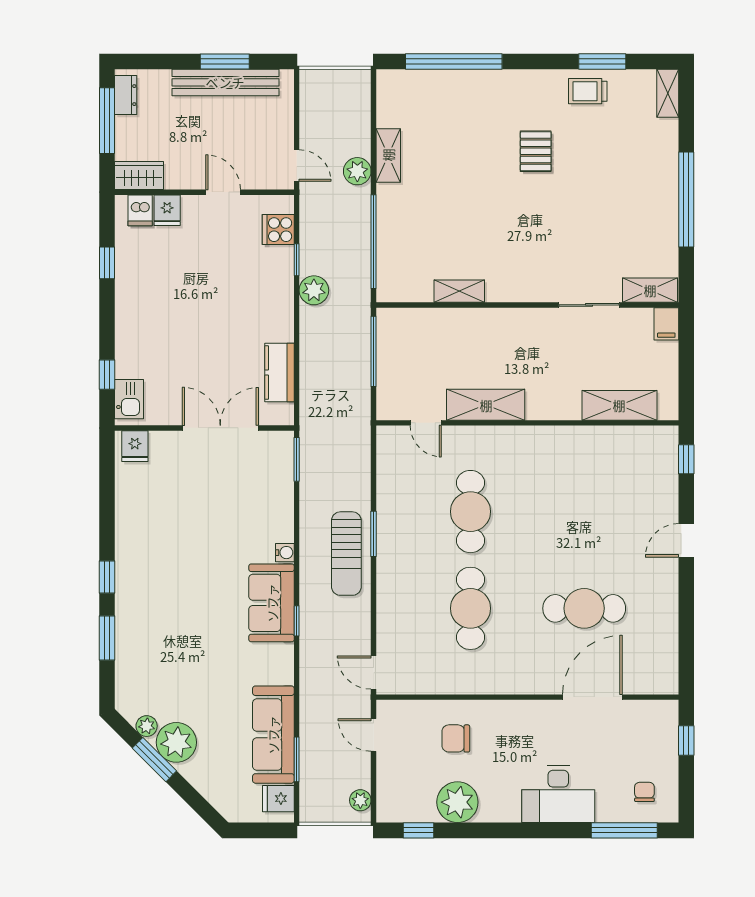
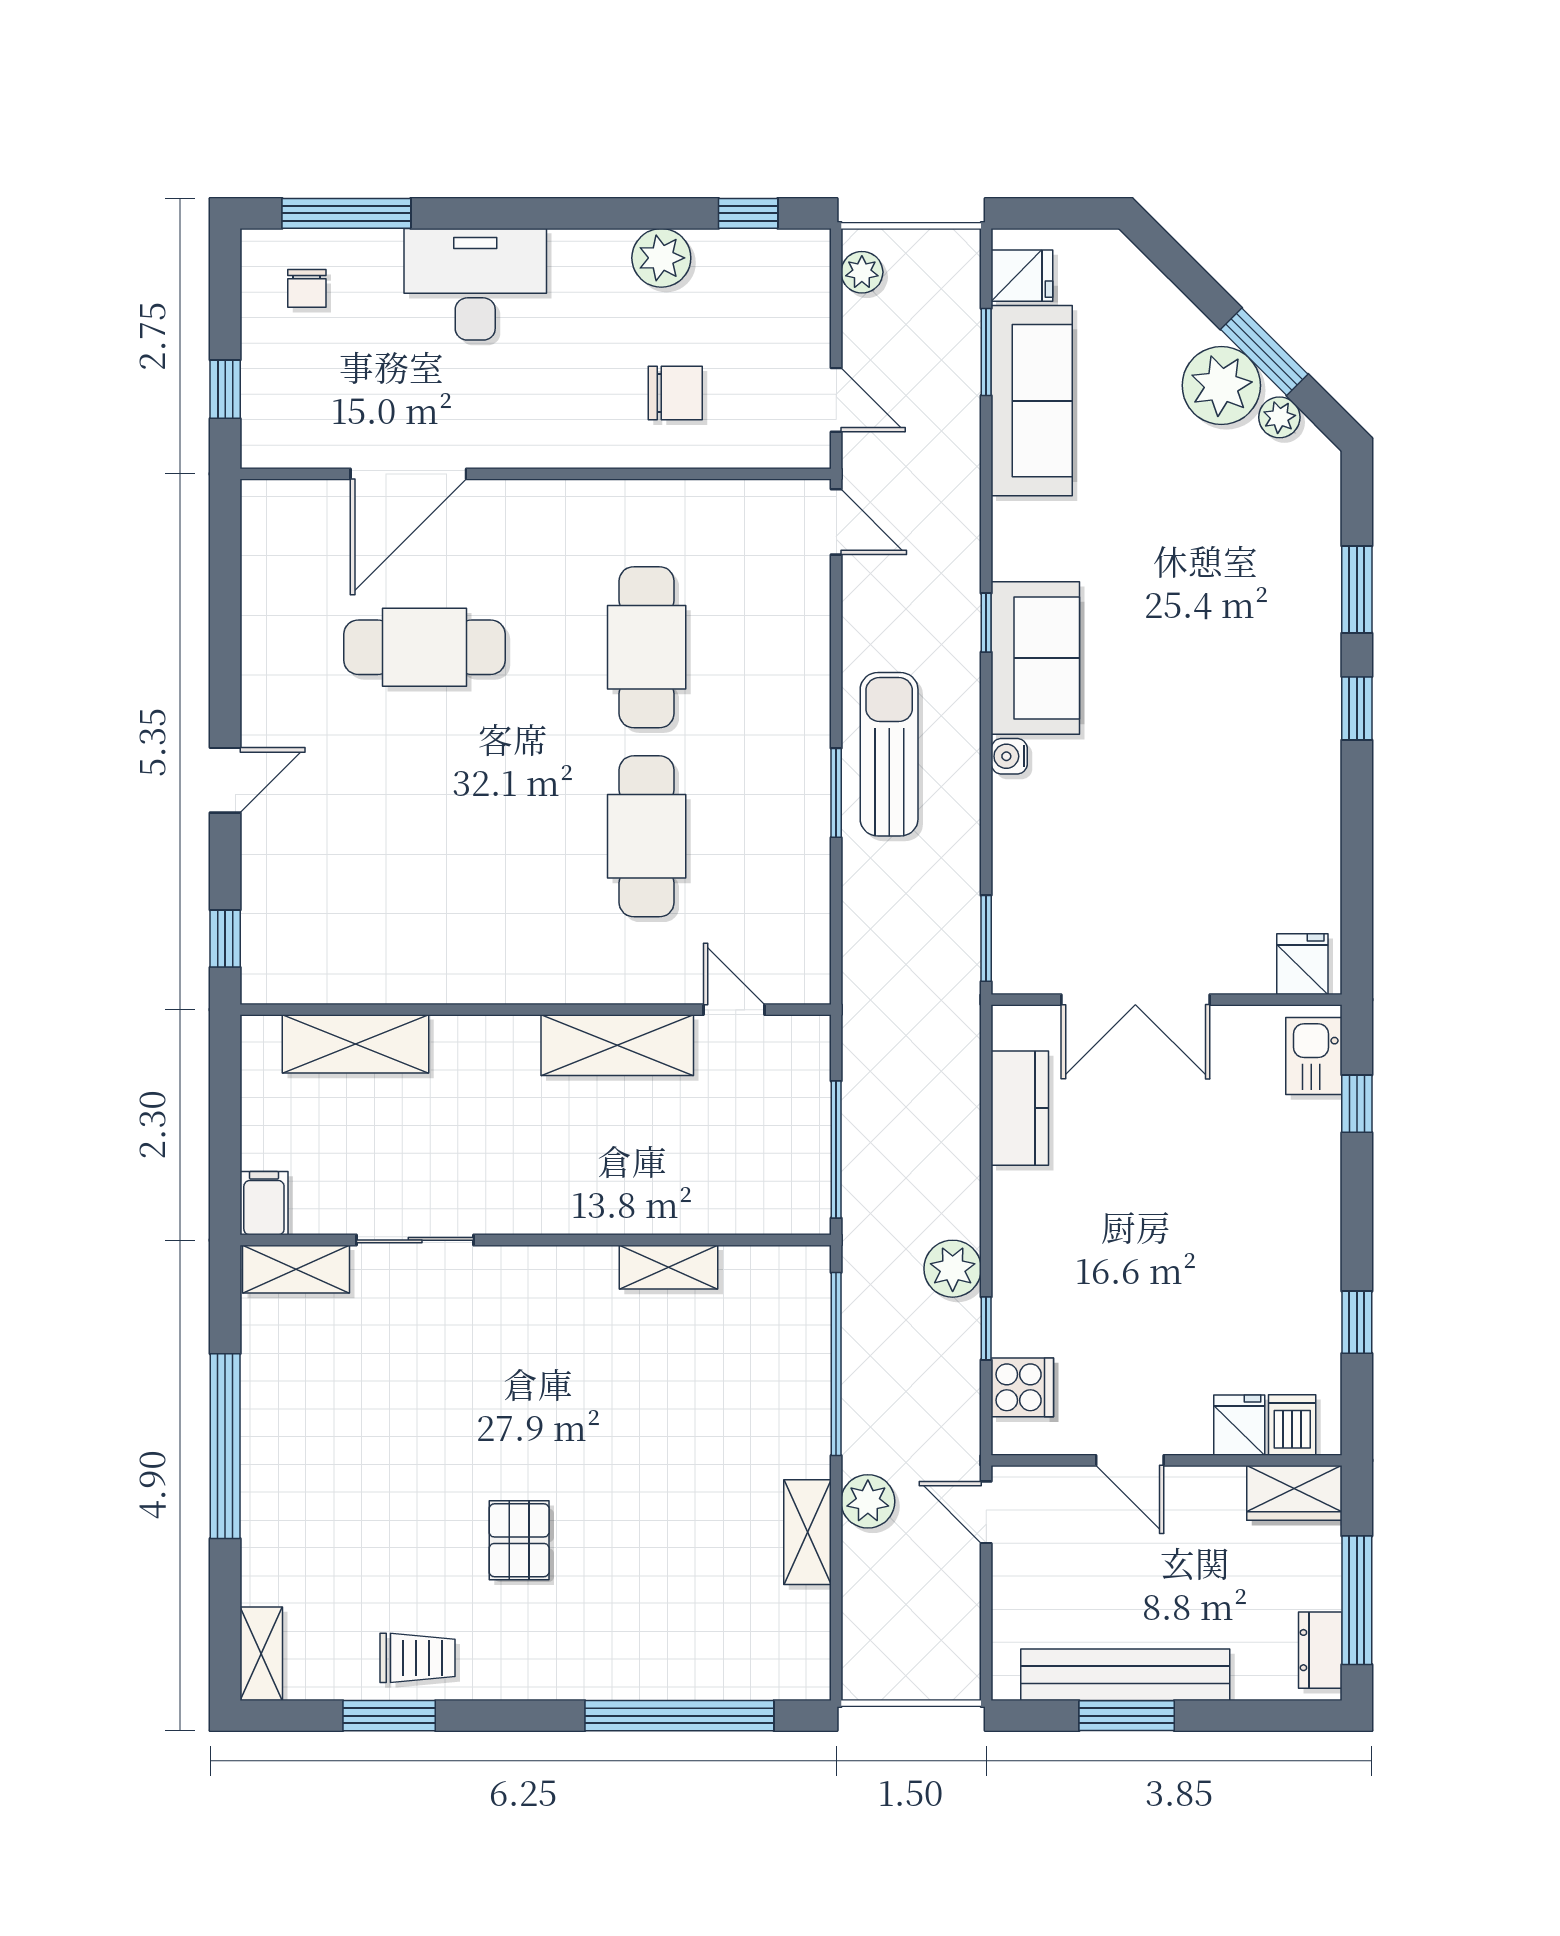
plant: (457, 802) -> (661, 258), width x0.73, depth x0.73

